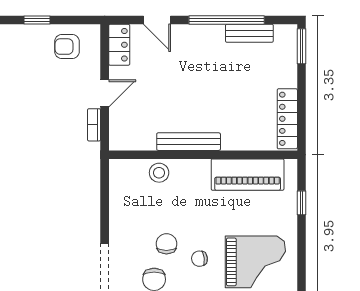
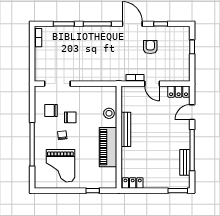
armchair: (67, 47) -> (150, 47), moved
locker: (287, 119) -> (133, 183), width x0.66
piano: (248, 175) -> (108, 147), moved

